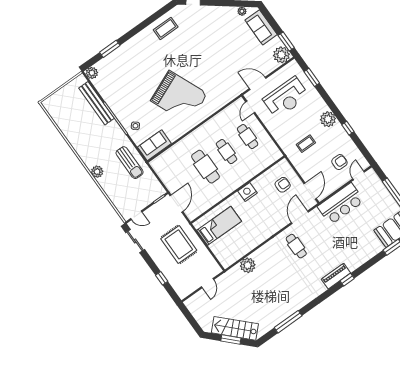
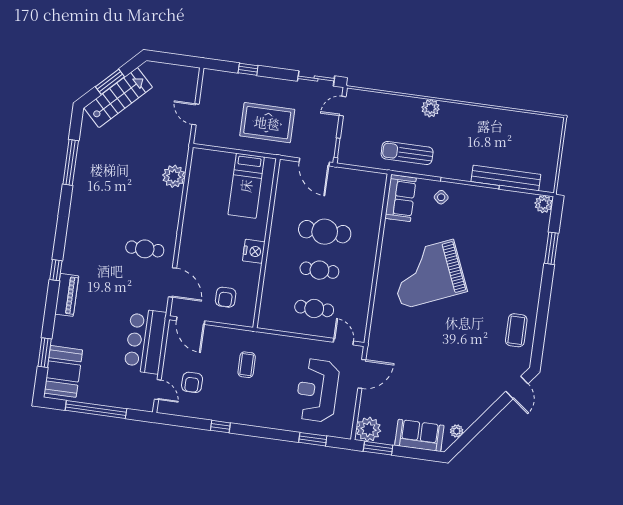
plant: (328, 119) -> (251, 414), removed
piano: (336, 276) -> (67, 295), moved

